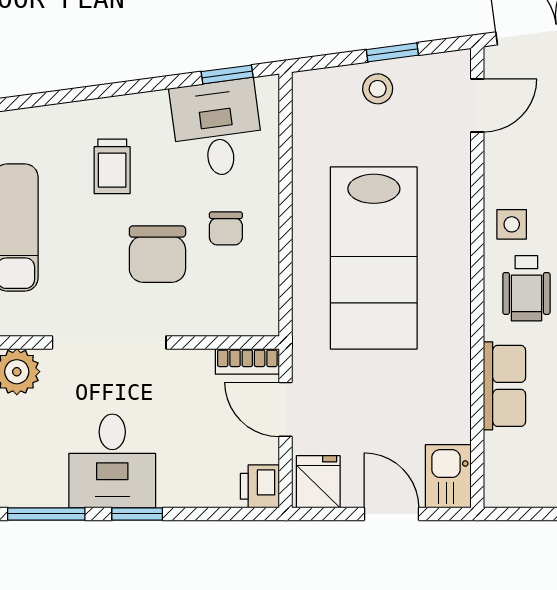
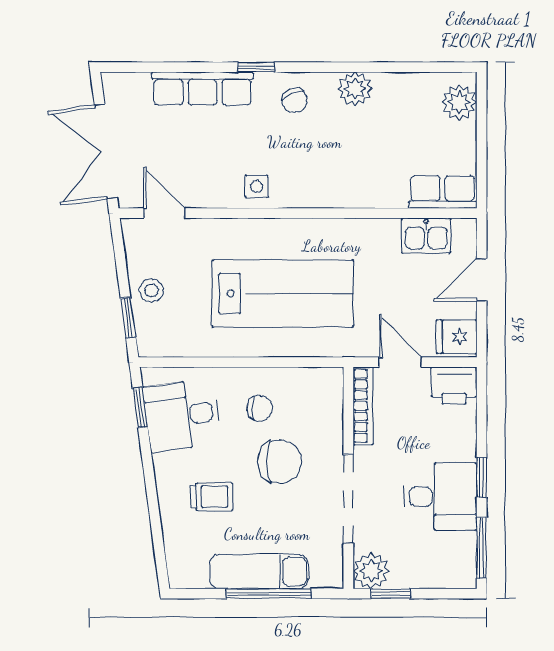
window: (392, 52) -> (128, 318), moved
wheelchair: (526, 288) -> (306, 175), removed
bookcase: (247, 361) -> (363, 406), width x1.56
row of seats: (505, 386) -> (443, 192), moved
door: (285, 409) -> (400, 362), swing flipped
kitchen sink: (448, 476) -> (426, 236), moved
printer: (260, 486) -> (454, 386), width x1.36, depth x1.24

